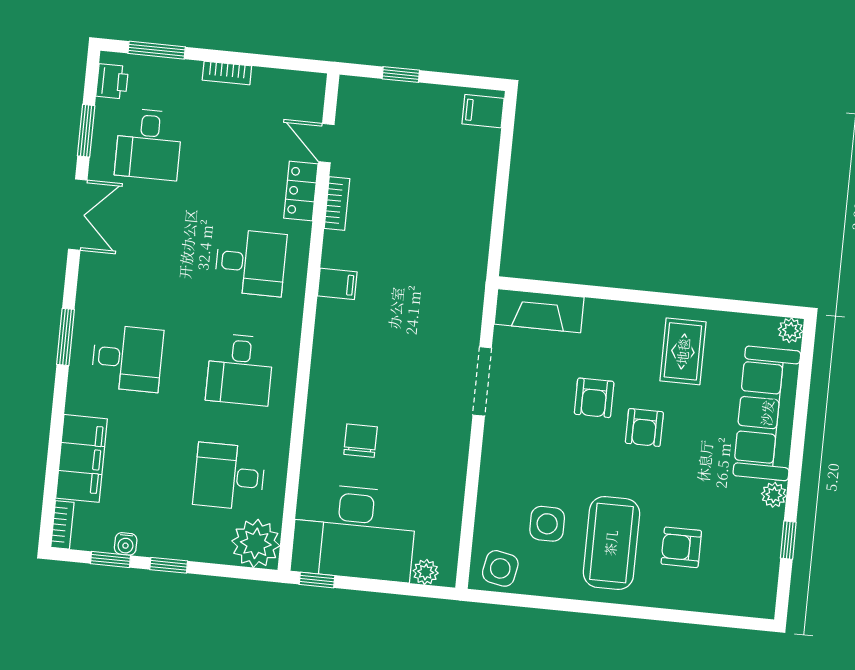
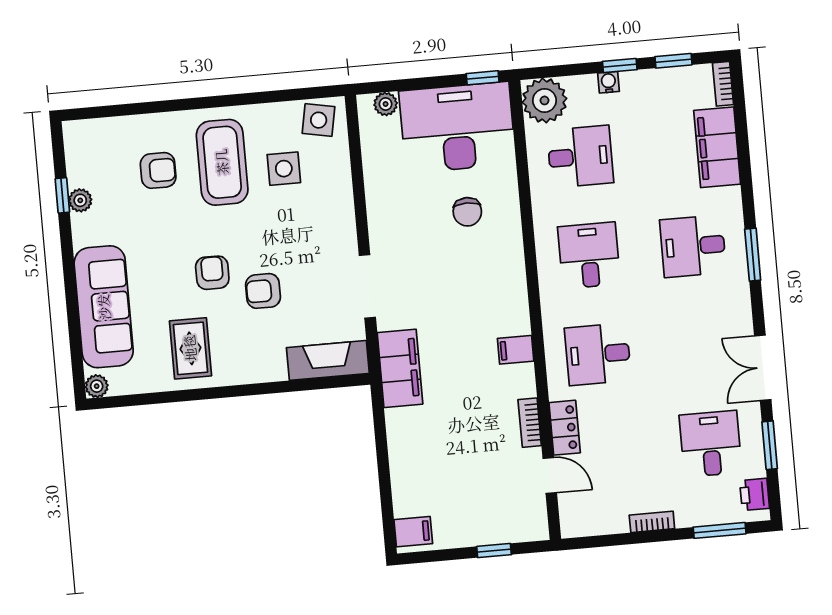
filing cabinet: (464, 288) -> (400, 368), added
armchair: (594, 398) -> (263, 291), turned -90
plant: (774, 495) -> (80, 200), moved
water cooler: (126, 544) -> (608, 82), moved

